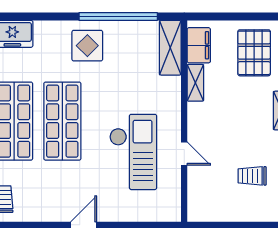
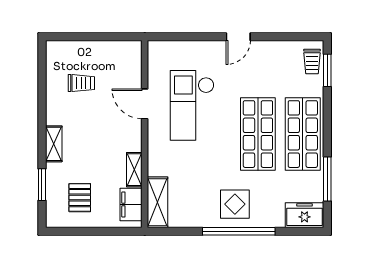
window: (118, 17) -> (239, 231), moved
pallet: (254, 53) -> (80, 198), width x0.67, depth x0.71
door: (184, 154) -> (145, 104), width x1.38

